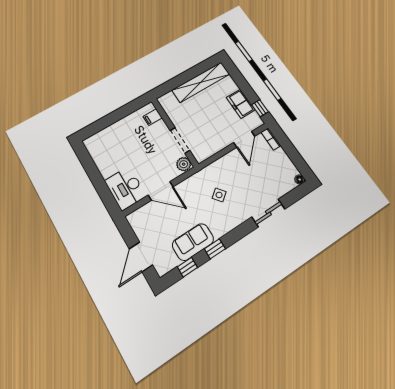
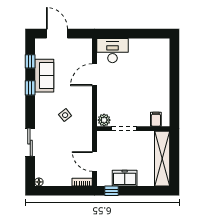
filing cabinet: (153, 117) -> (156, 119), moved
wall: (175, 132) -> (133, 129), moved
doorway: (180, 140) -> (124, 129), moved
plant: (184, 164) -> (104, 120), moved

